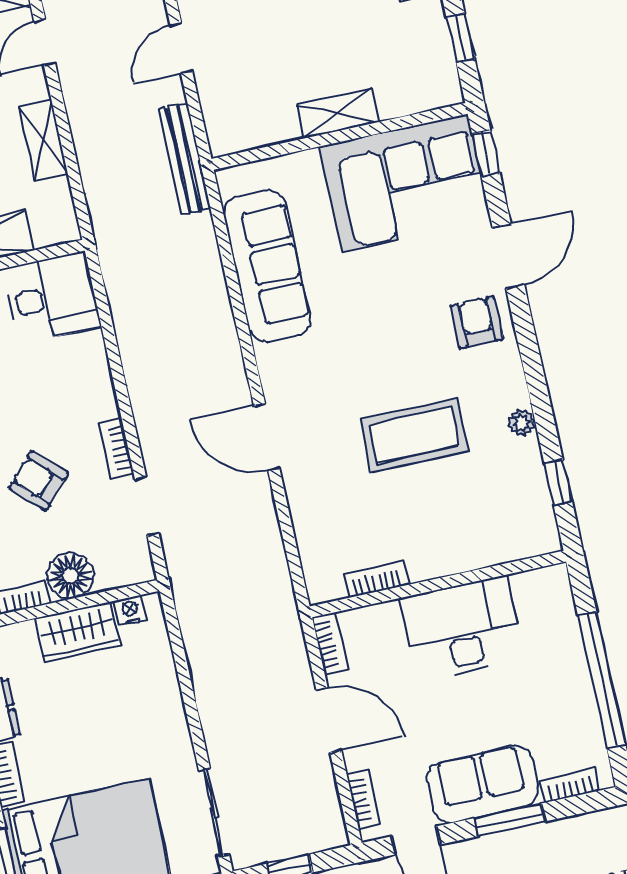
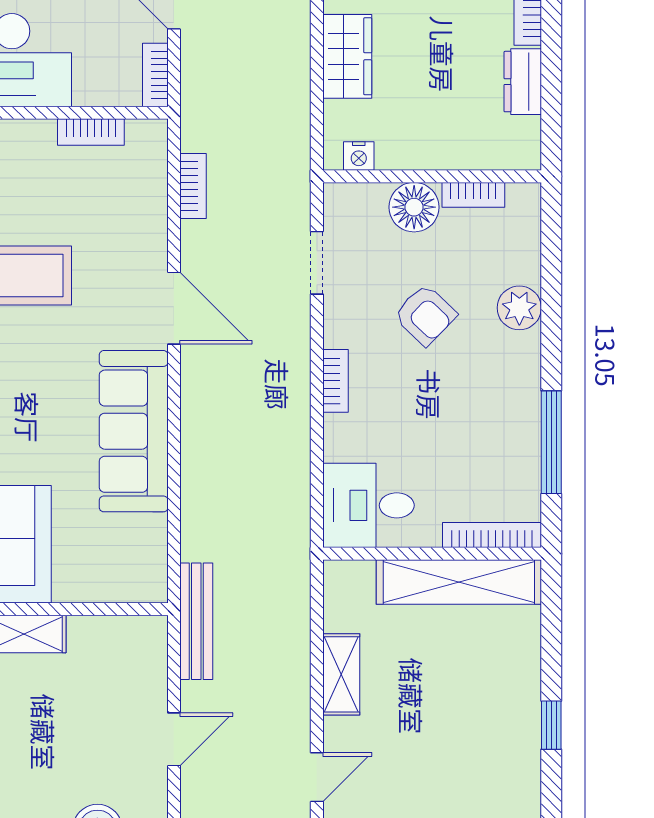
sofa: (267, 266) -> (134, 431), moved
bookcase: (117, 449) -> (336, 381), moved
bookcase: (274, 551) -> (193, 186), added
wardrobe: (78, 632) -> (347, 56), moved, turned 90

